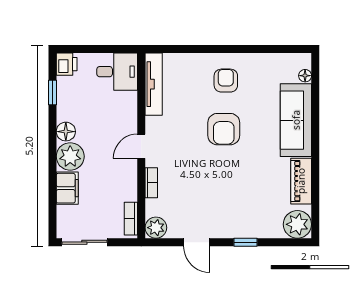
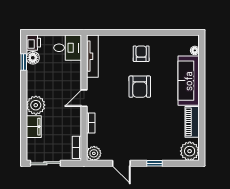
floor lamp: (66, 132) -> (33, 58), moved

